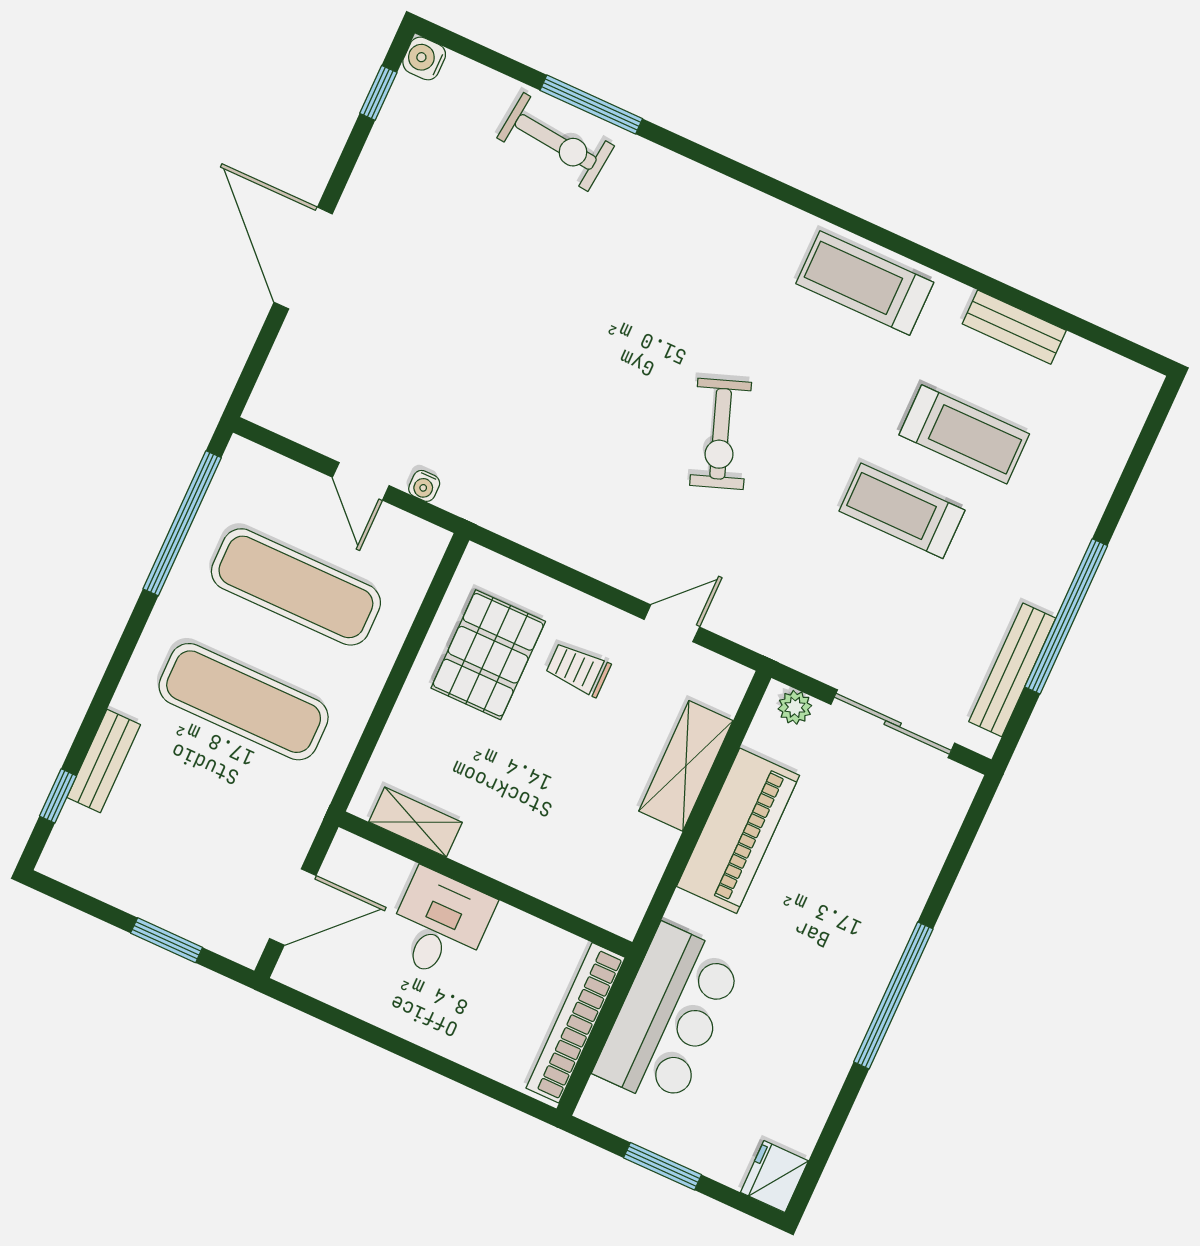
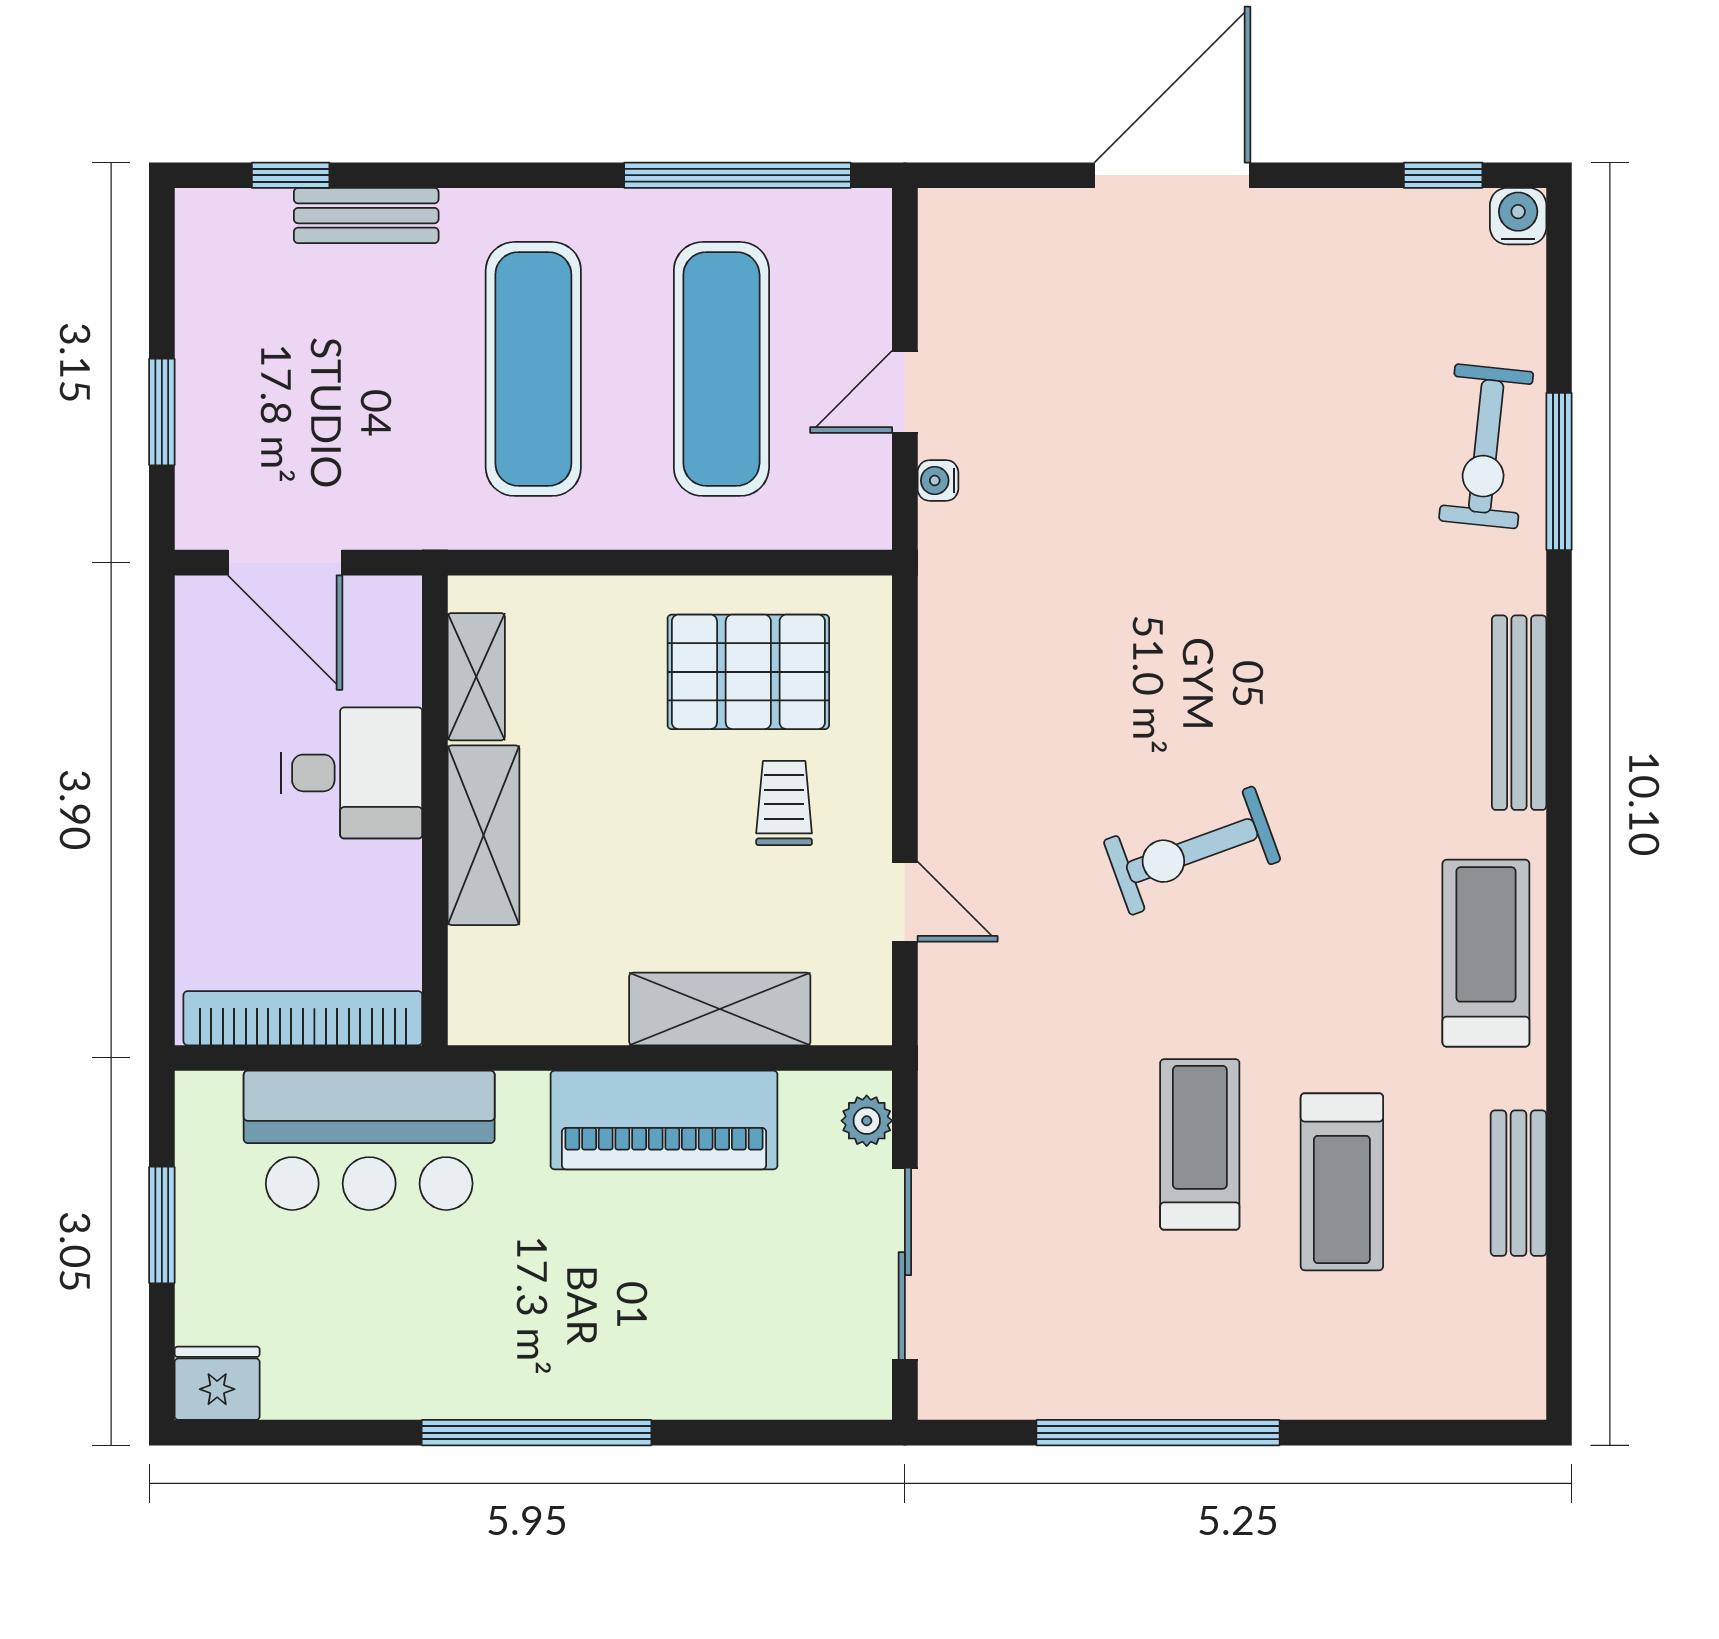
bench: (1012, 670) -> (1519, 713), moved, turned 90
shelving: (514, 862) -> (484, 835), added

